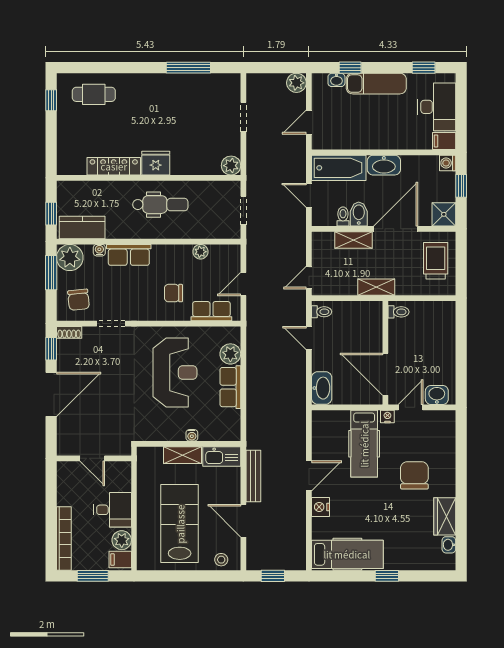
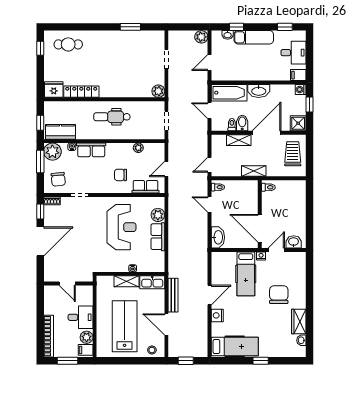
window: (188, 68) -> (130, 27), width x0.69
desk: (437, 107) -> (293, 53), width x0.73
fridge: (156, 163) -> (54, 90), moved
dental chair: (160, 205) -> (112, 117), turned 180

